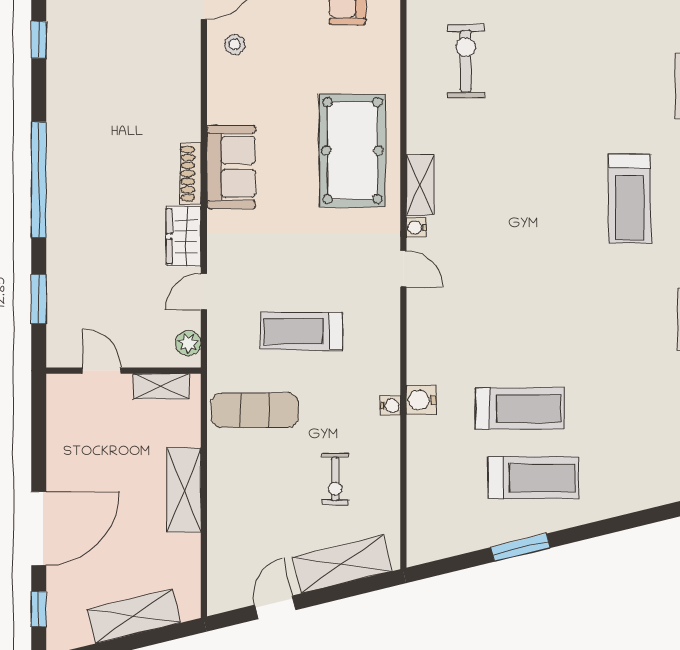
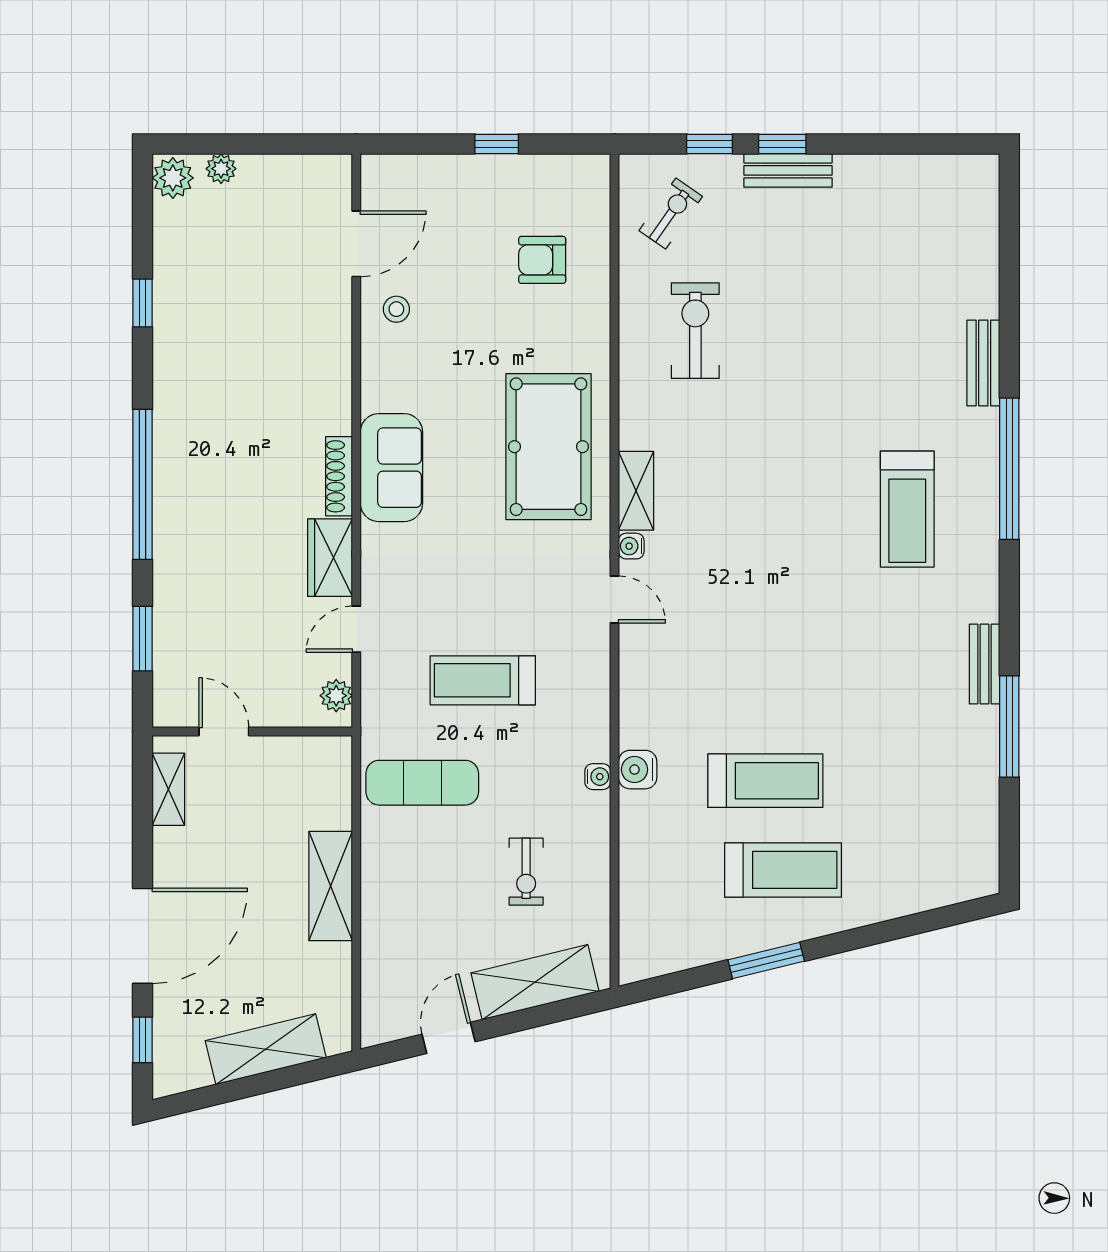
shelving: (161, 386) -> (168, 789), moved, turned 90

